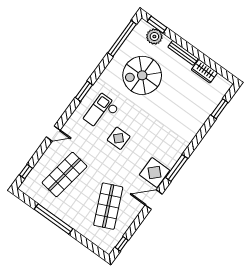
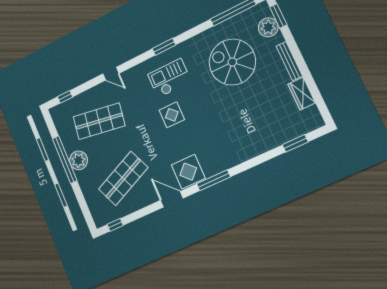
plant: (65, 213) -> (78, 160), added

